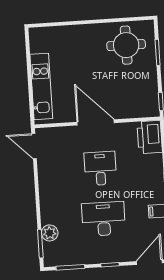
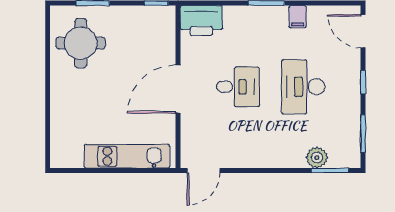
desk: (100, 168) -> (238, 87), turned 180

